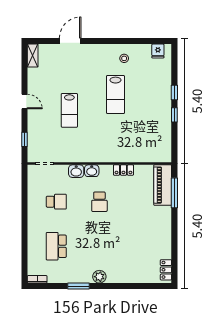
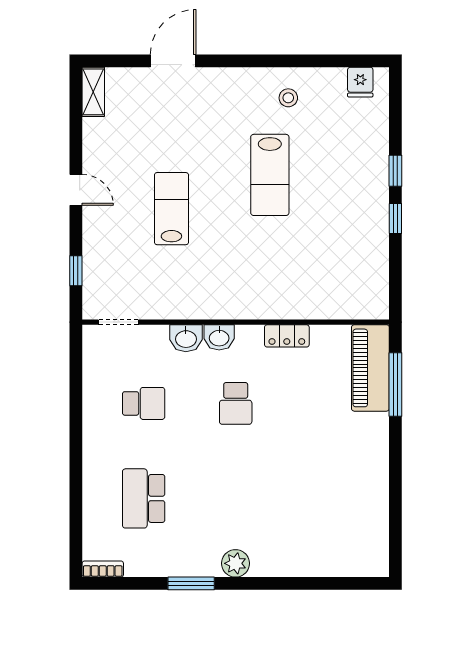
lab bench: (69, 110) -> (171, 209), turned 180
locker: (166, 270) -> (378, 549), removed

